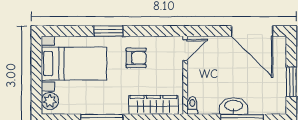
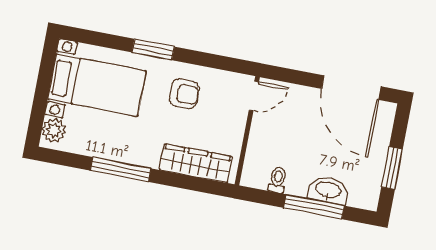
toilet: (192, 105) -> (277, 180), moved
washbasin: (234, 106) -> (328, 190), moved

